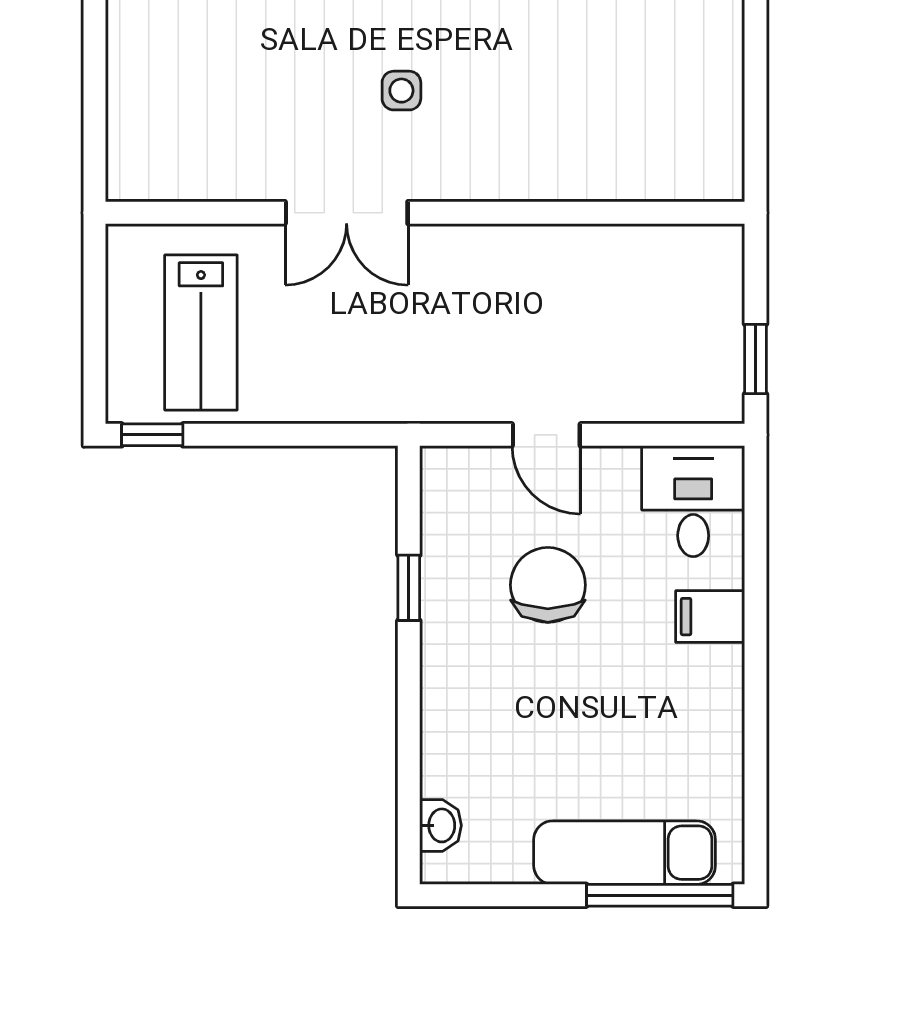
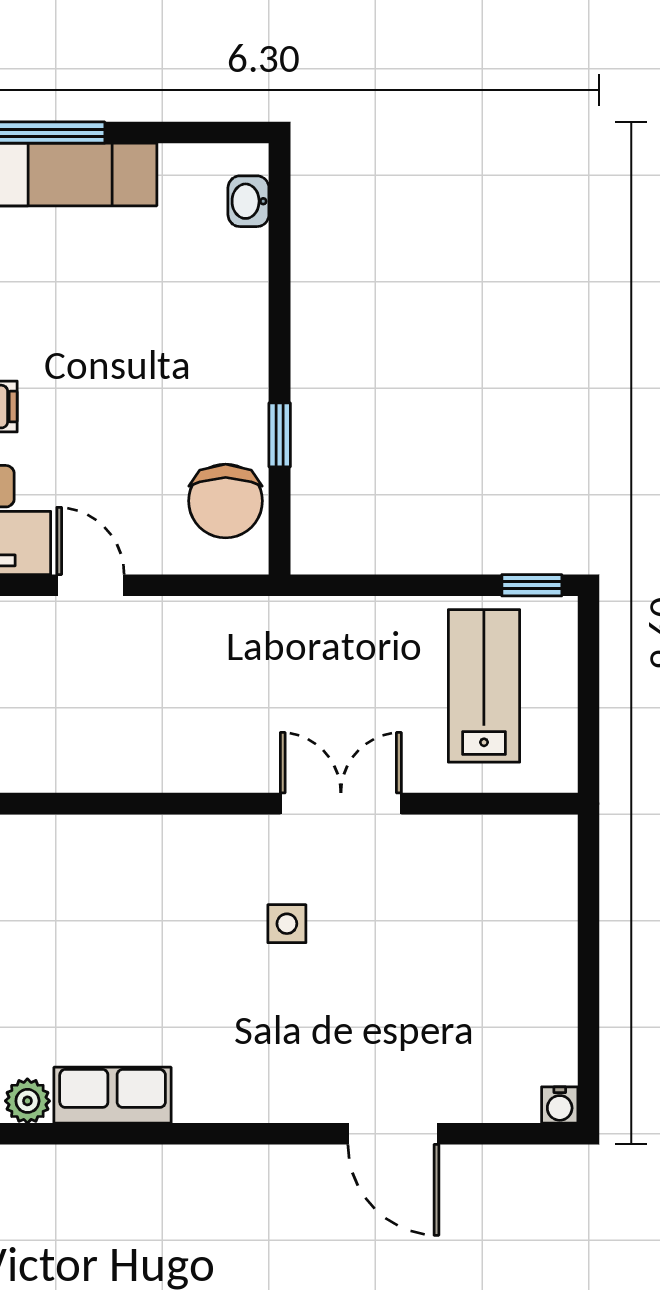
door: (546, 435) -> (90, 585), moved
chair: (548, 585) -> (226, 501), moved

